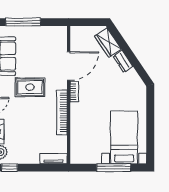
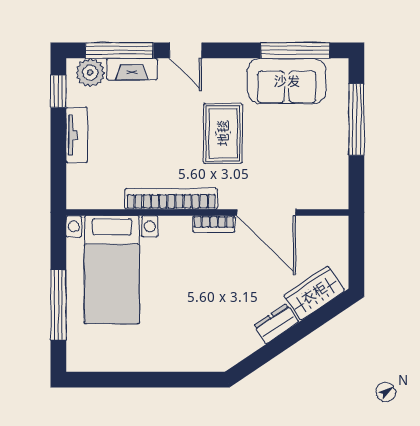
bed with nightstands: (124, 137) -> (112, 270), moved, turned 90
tv unit: (53, 159) -> (77, 135), moved

